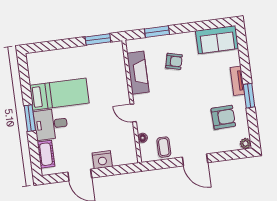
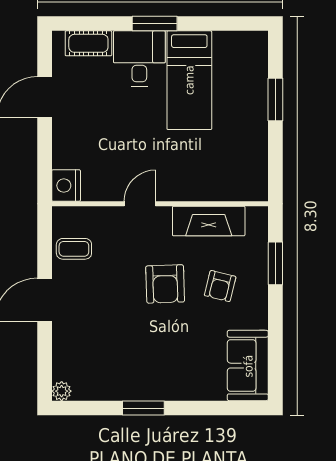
window: (98, 39) -> (275, 99), moved
tv unit: (237, 81) -> (172, 391), removed
armchair: (223, 117) -> (165, 284), moved
floor lamp: (143, 138) -> (95, 214), removed
nightstand: (102, 160) -> (66, 186), moved

